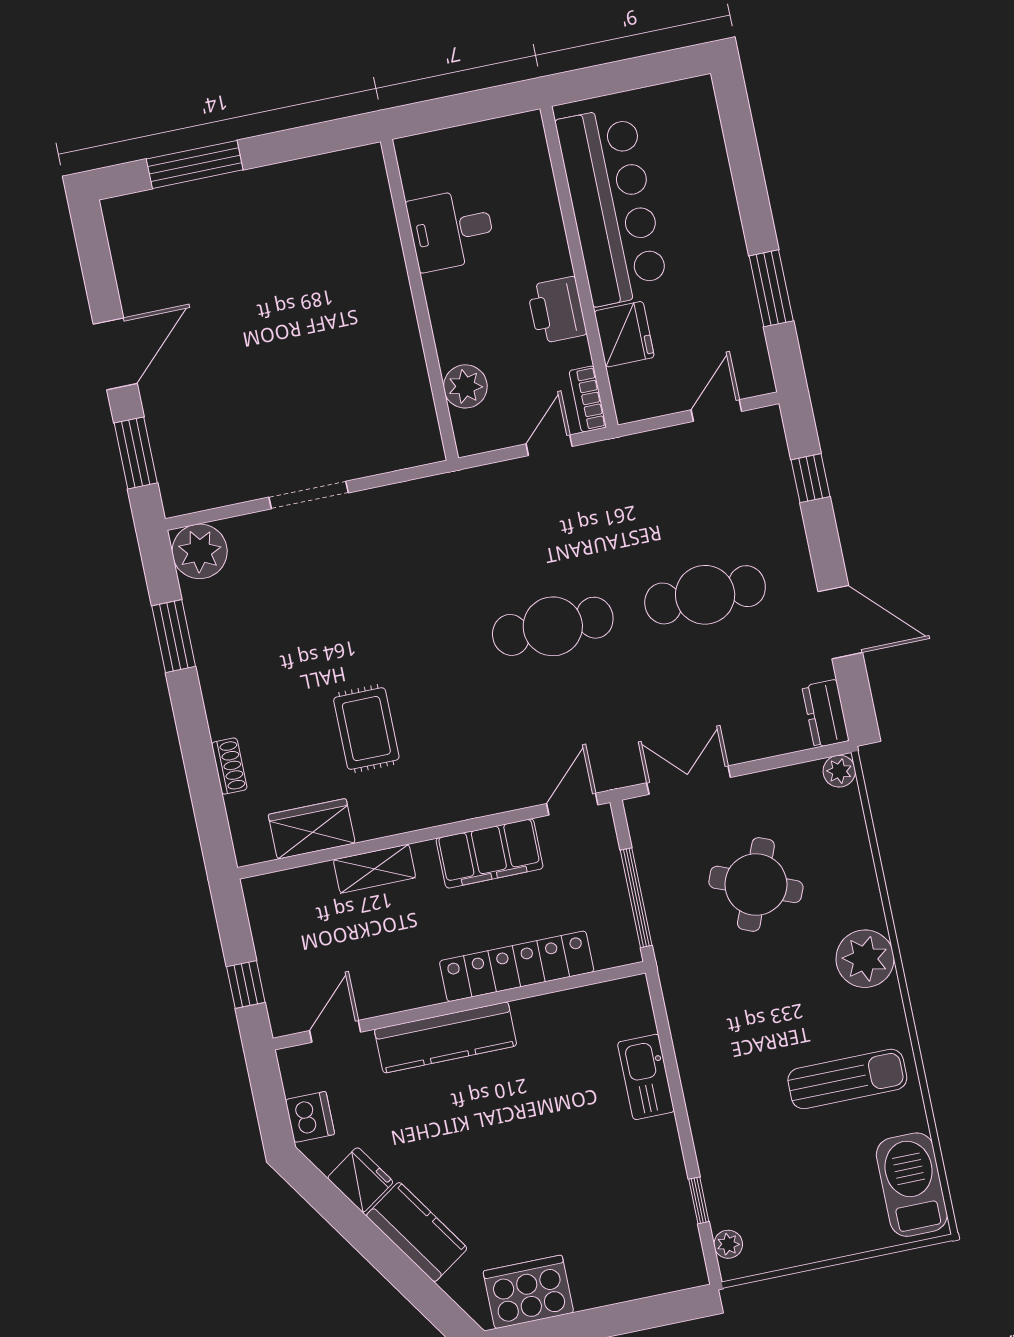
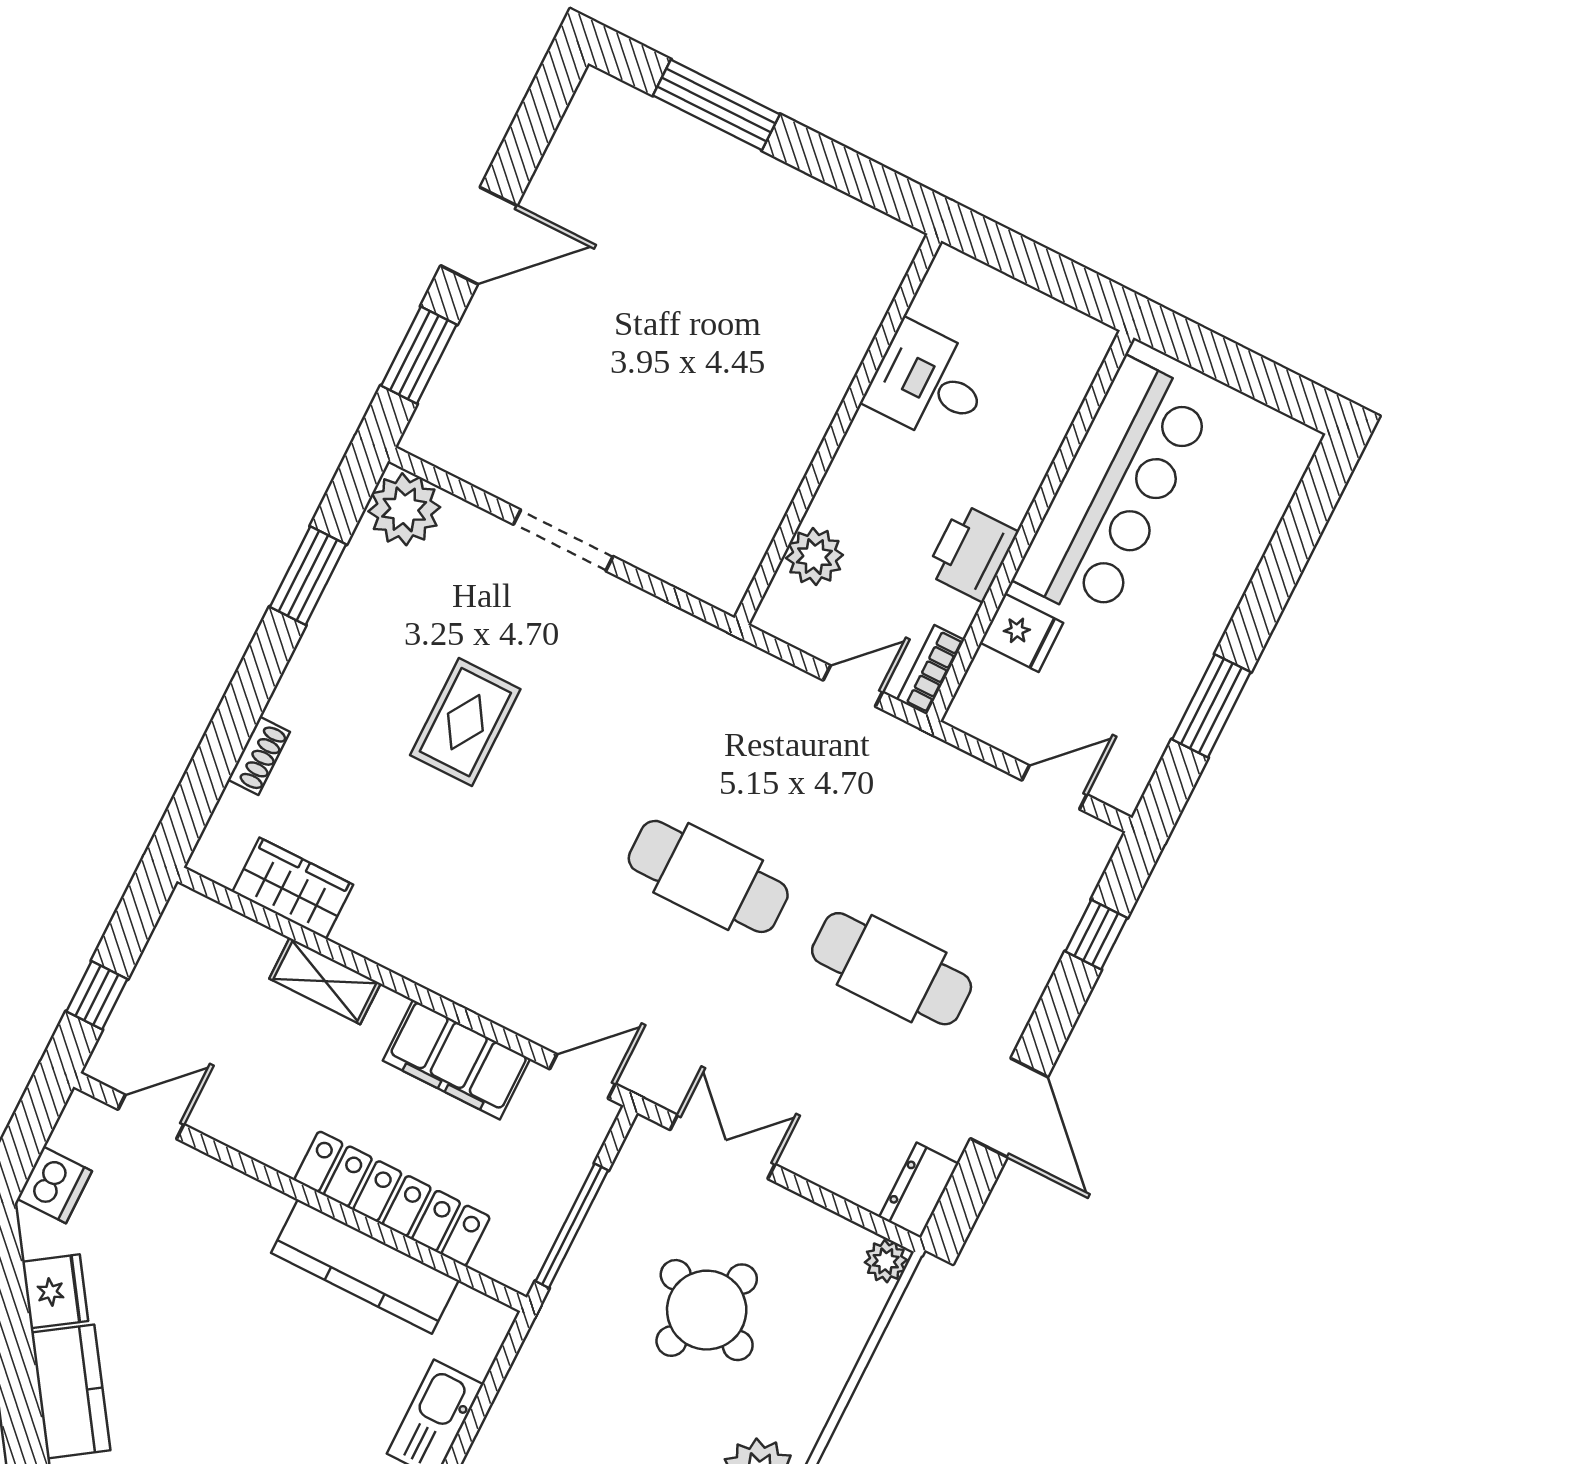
fridge: (624, 334) -> (1022, 633), width x0.72
rug: (366, 729) -> (465, 722), moved
kitchen counter: (446, 1037) -> (365, 1267), moved

